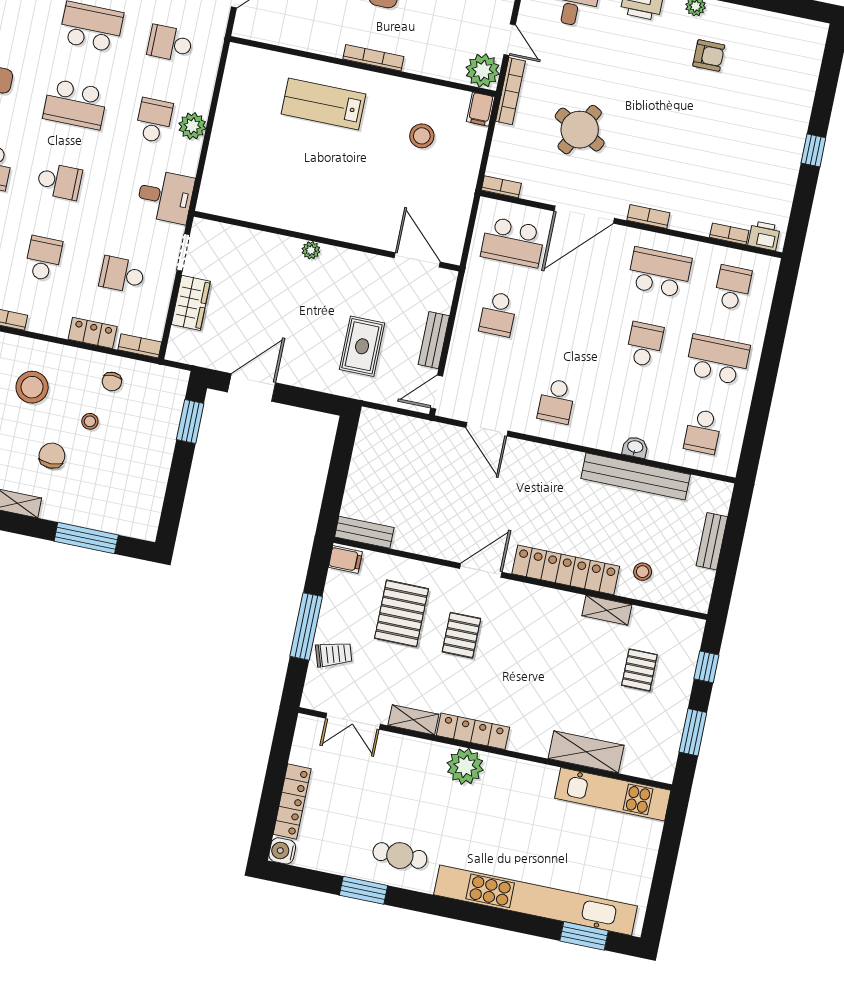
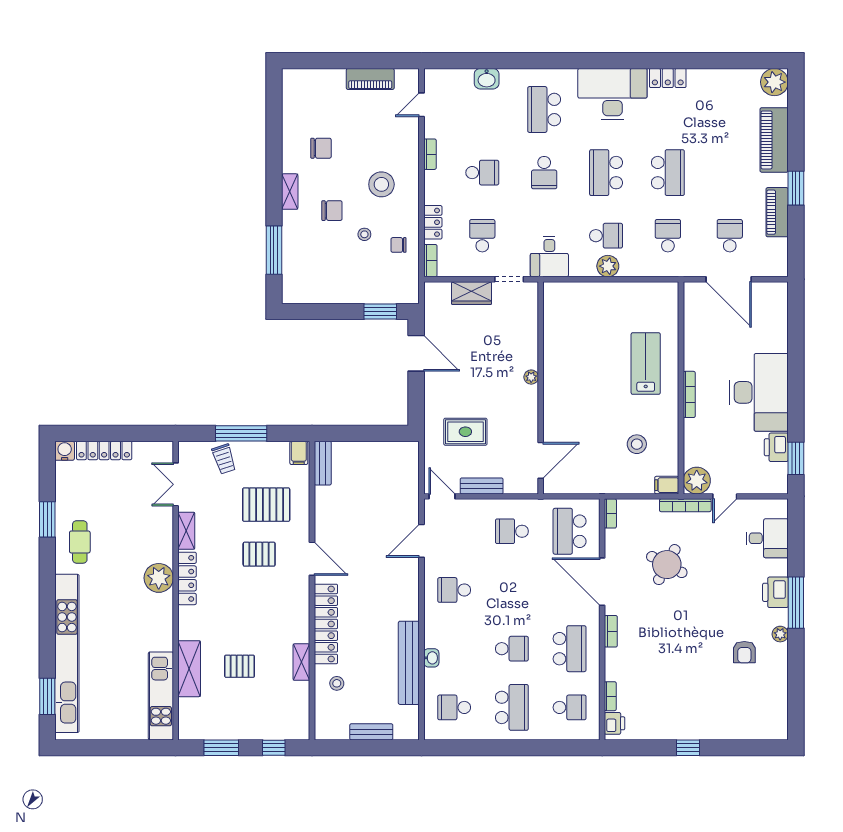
pallet: (639, 670) -> (240, 666), moved

